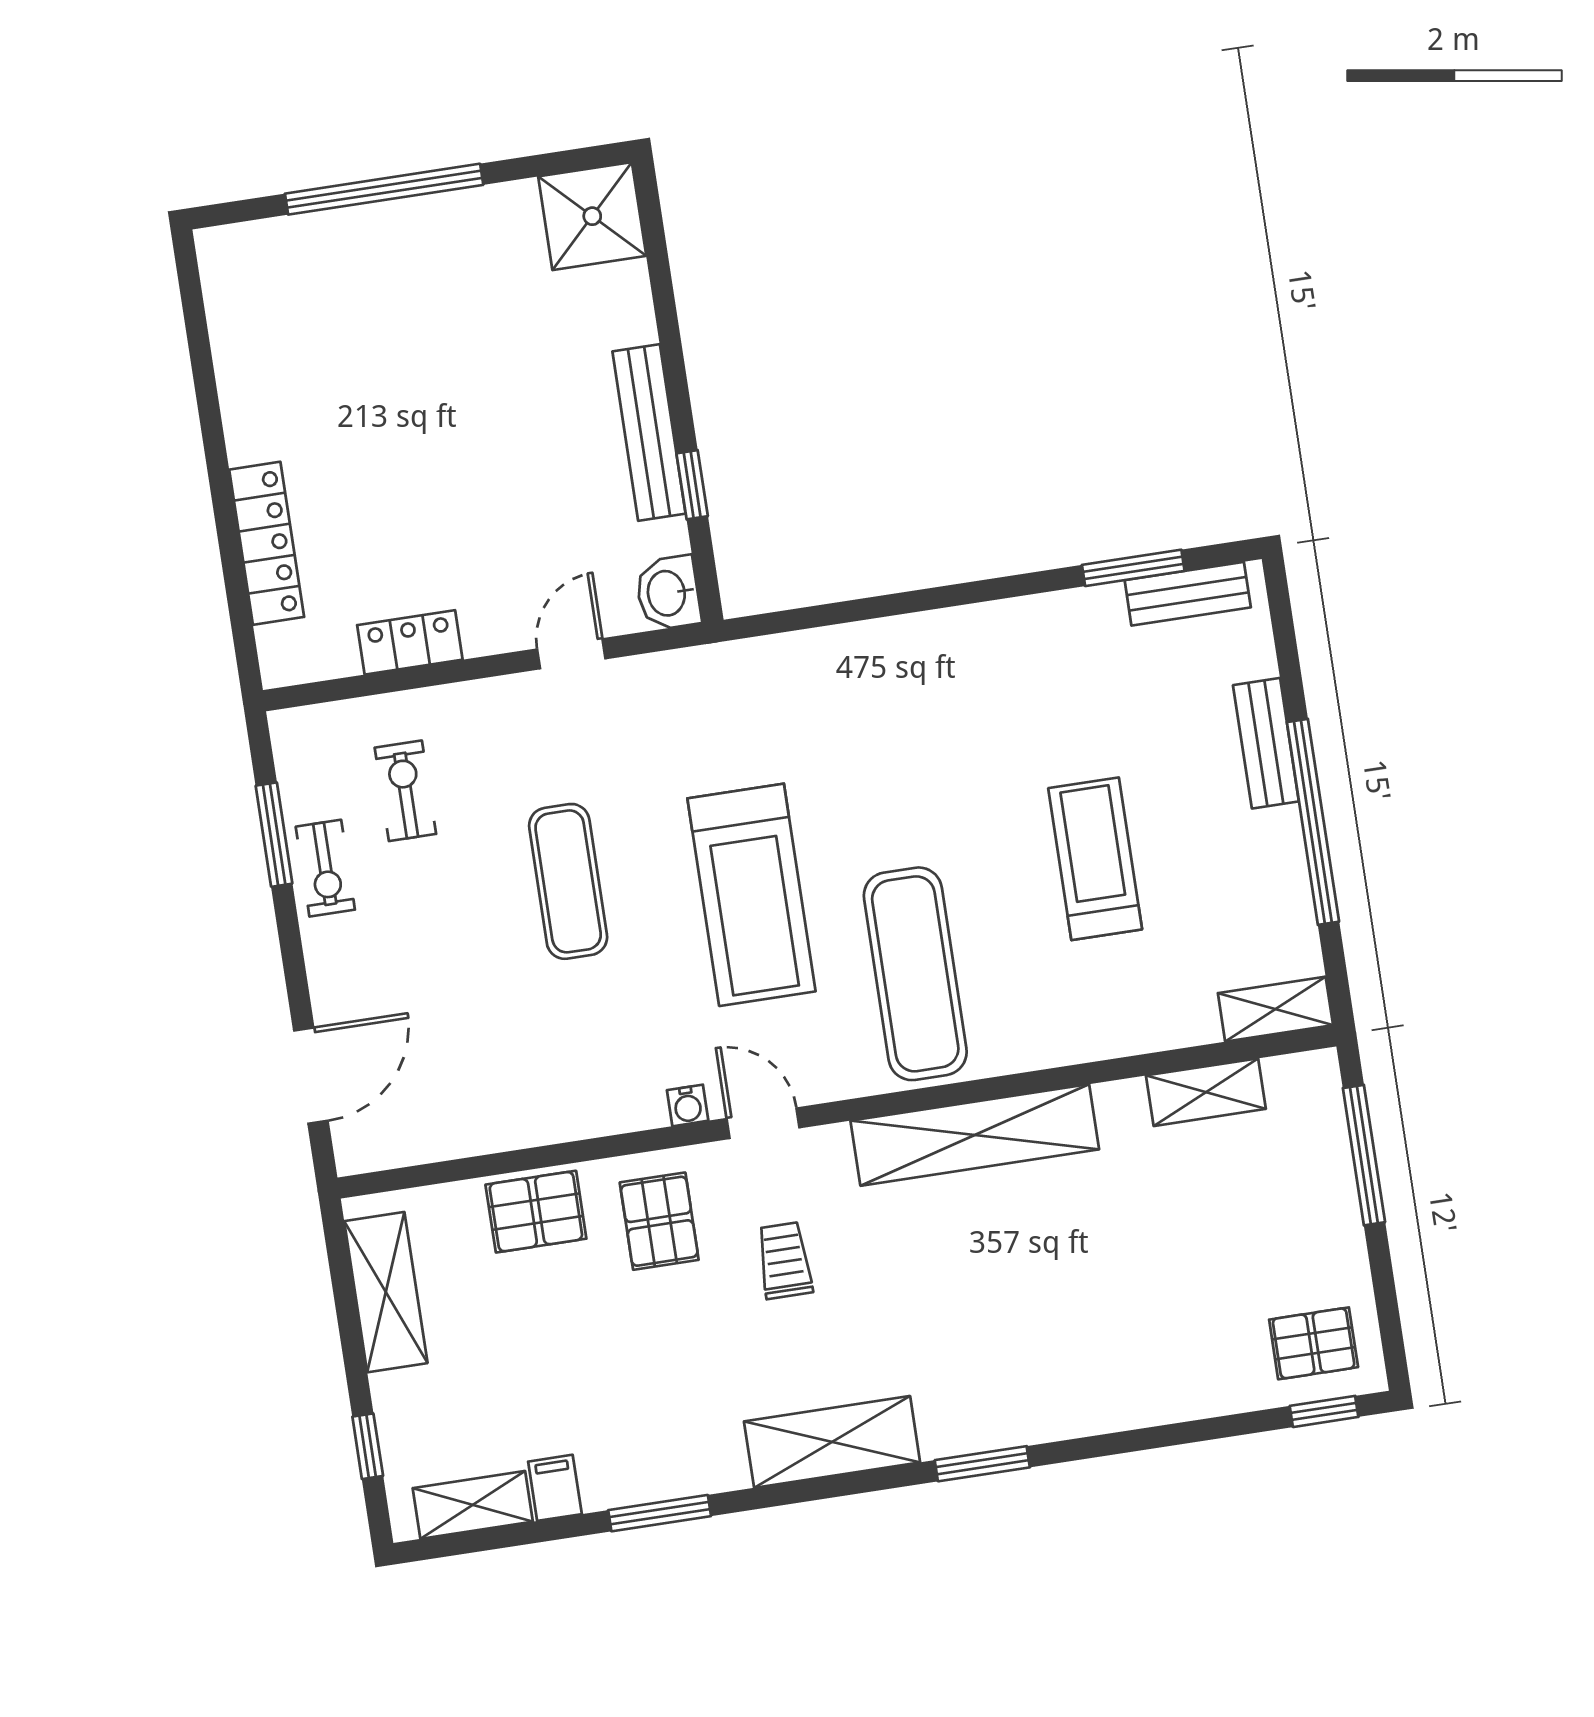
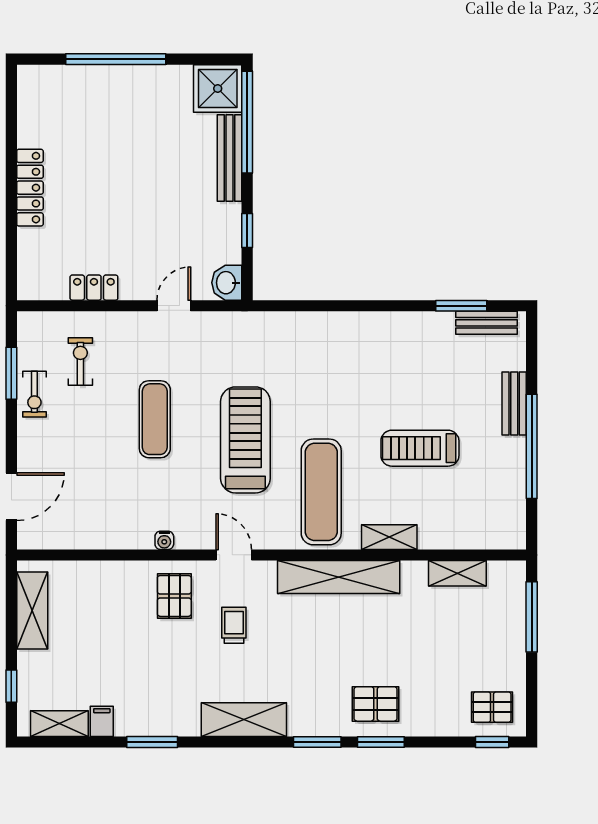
window: (660, 273) -> (247, 122), added
bench: (649, 433) -> (230, 158), moved
locker: (267, 543) -> (30, 188), moved
treadmill: (1095, 859) -> (420, 448), turned -90
treadmill: (752, 895) -> (245, 440), turned 180
shelving: (1275, 1009) -> (389, 537), moved
water cooler: (688, 1105) -> (164, 540), moved
pallet: (536, 1212) -> (376, 704), moved
window: (1106, 1445) -> (381, 742), added

